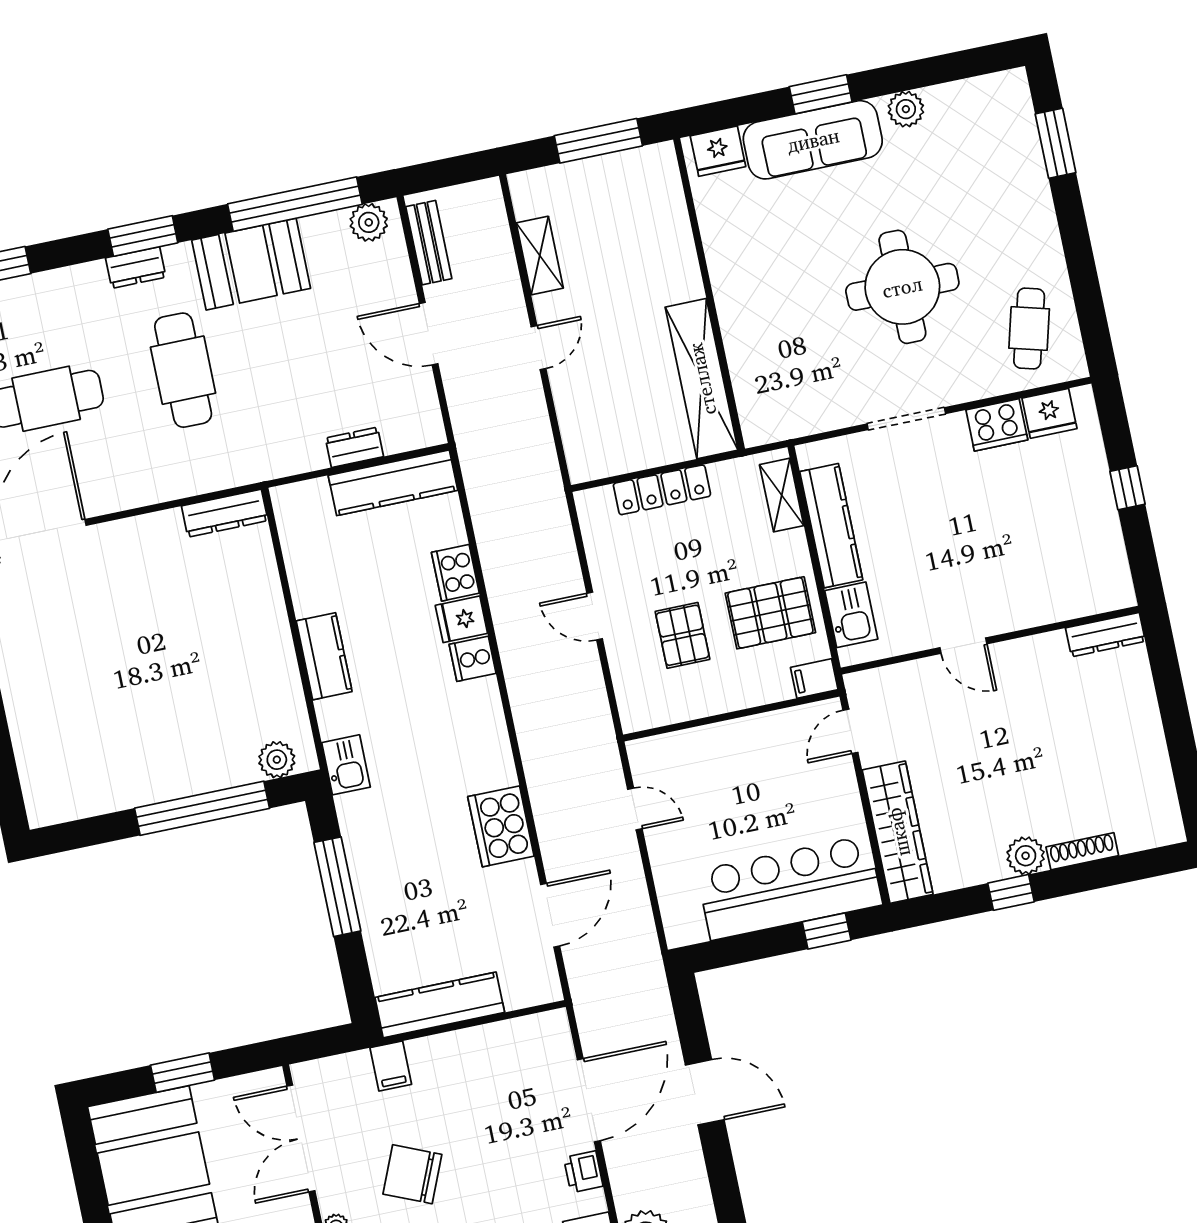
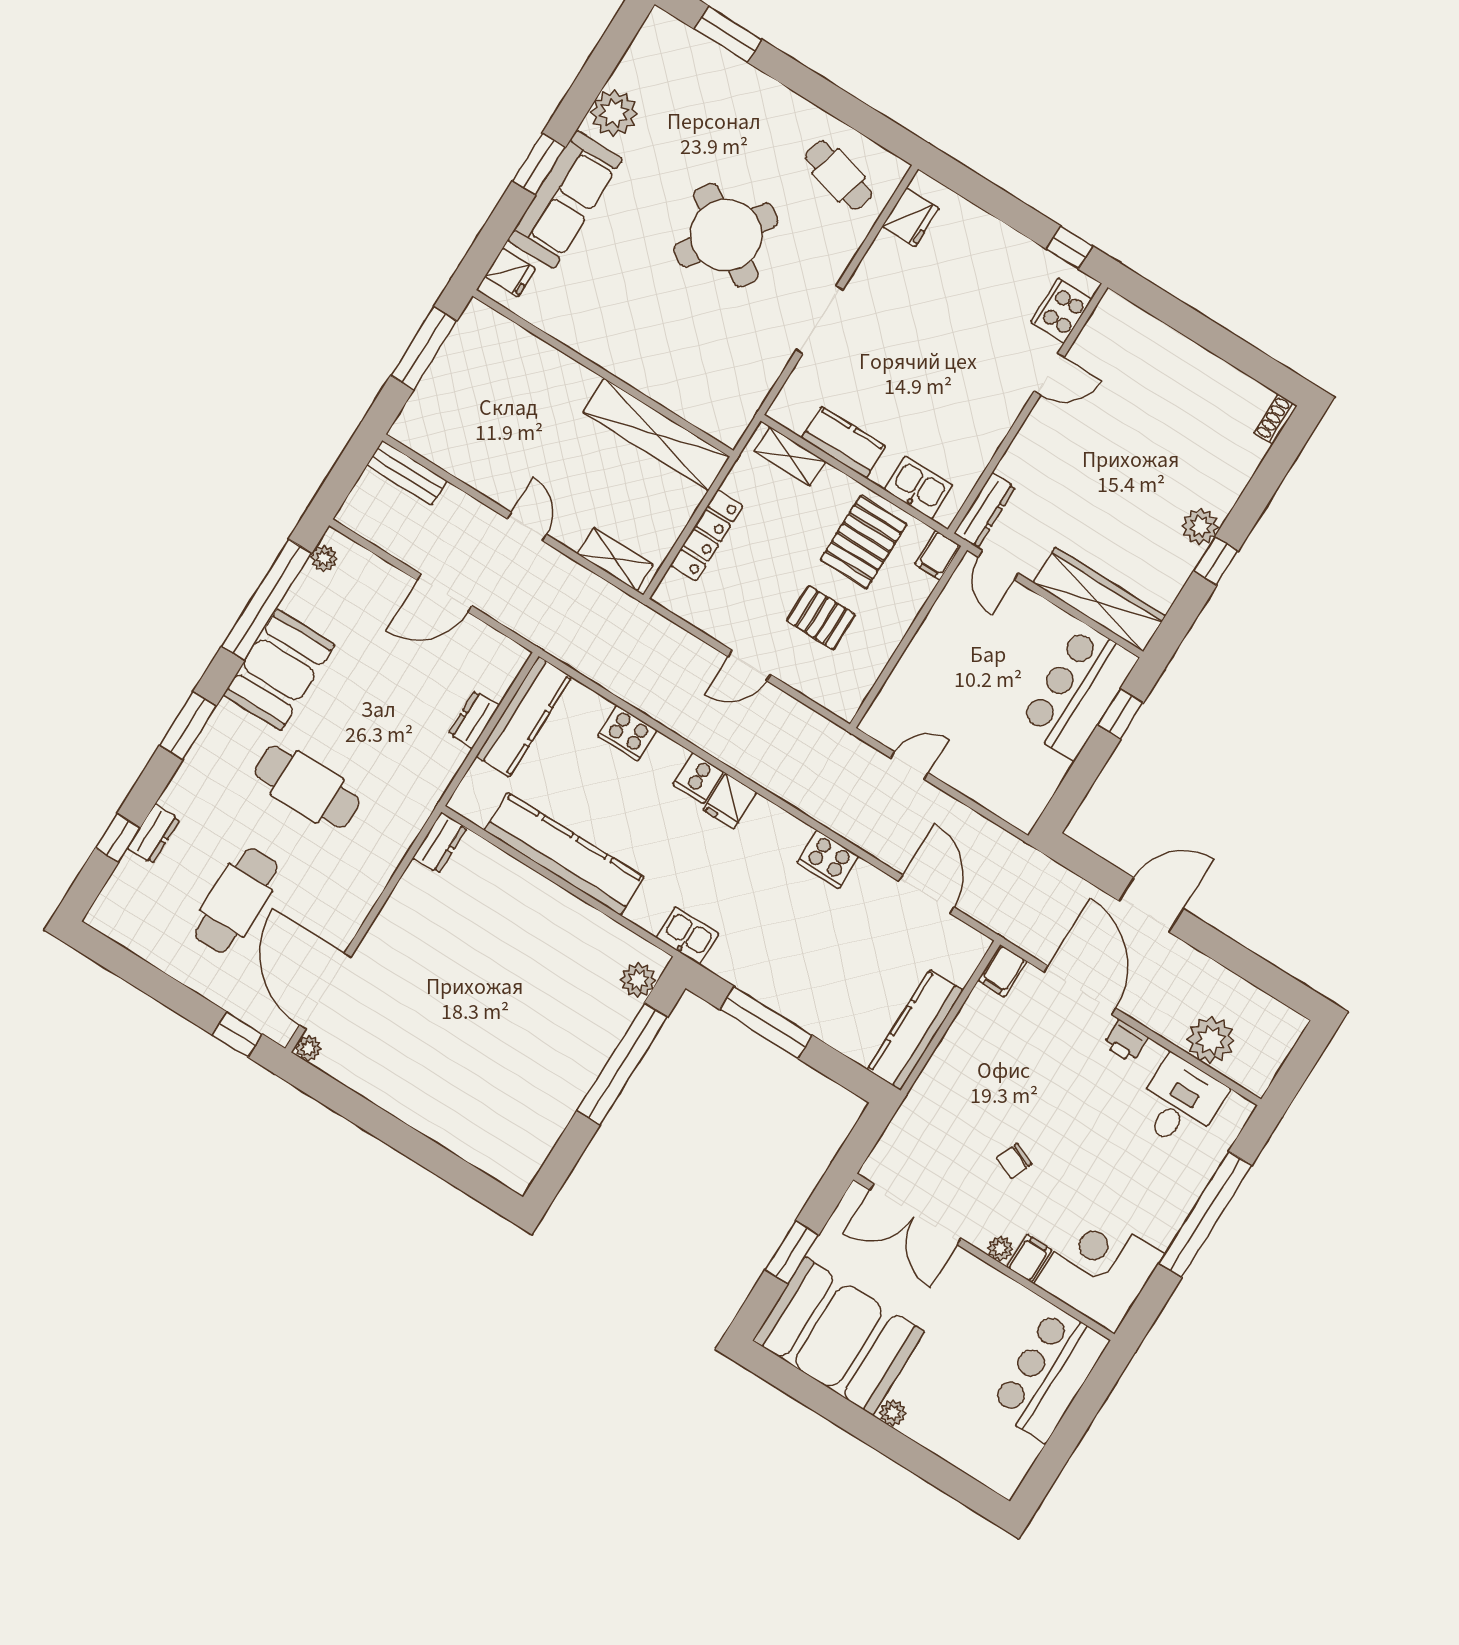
plant: (906, 109) -> (614, 113), width x1.36, depth x1.36
fridge: (718, 151) -> (510, 273), width x0.72
plant: (369, 222) -> (324, 558), width x0.73, depth x0.73
bench: (429, 243) -> (407, 473), moved
shelving: (540, 255) -> (615, 559), moved
dresser: (136, 268) -> (154, 834), moved
round table: (902, 287) -> (726, 235), turned 33
cooker: (997, 425) -> (1061, 311), moved, turned 180
window: (1128, 488) -> (1069, 247), moved
dresser: (225, 513) -> (440, 843), width x0.70
kitchen counter: (831, 526) -> (844, 442), width x0.67
fridge: (461, 619) -> (730, 801), moved
dresser: (1105, 635) -> (985, 510), moved
door: (963, 646) -> (1049, 374), moved
kitchen counter: (324, 656) -> (564, 854), width x2.08, depth x1.17
cooker: (501, 826) -> (828, 859), width x0.73, depth x0.76
shoe rack: (1082, 851) -> (1275, 419), moved, width x0.70
bar counter: (790, 888) -> (1078, 692), width x0.73
filing cabinet: (391, 1066) -> (1002, 971), moved, turned 90
chair: (412, 1174) -> (1014, 1161), width x0.54, depth x0.54

